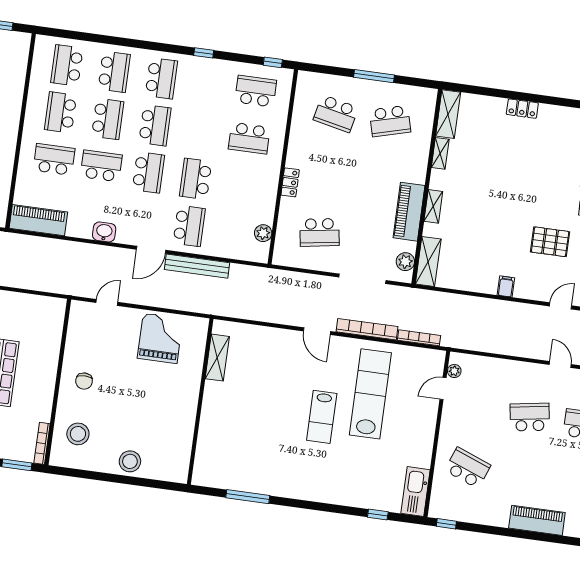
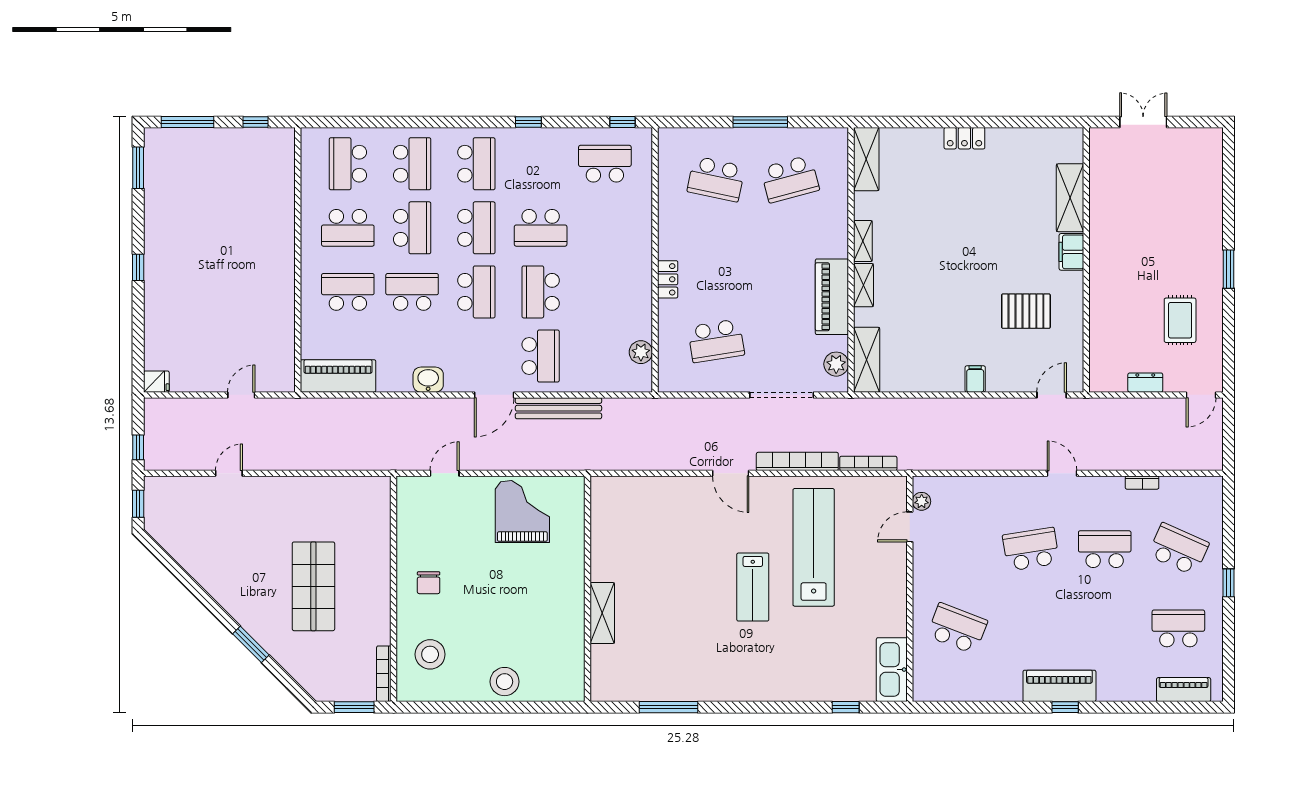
school desk: (60, 112) -> (348, 228), turned -90
school desk: (249, 138) -> (541, 228), moved
shelving: (440, 153) -> (863, 241), moved
shelving: (217, 358) -> (602, 613), moved
window: (446, 524) -> (1065, 707), moved

